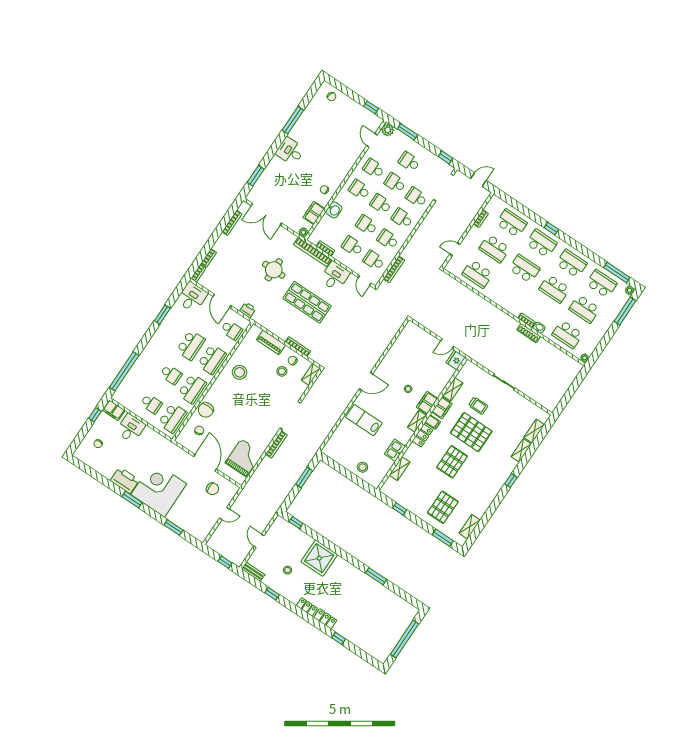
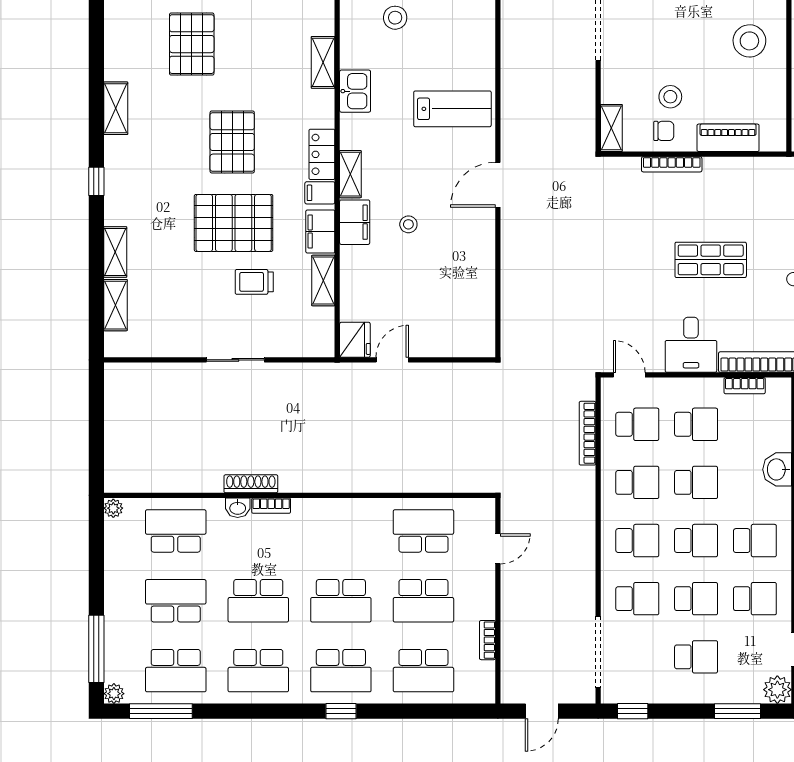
school desk: (494, 249) -> (423, 601), turned 180
school desk: (554, 289) -> (258, 601), turned 180
shop shelf: (307, 302) -> (711, 260), width x0.70, depth x0.74
shelving: (470, 527) -> (116, 108), moved

